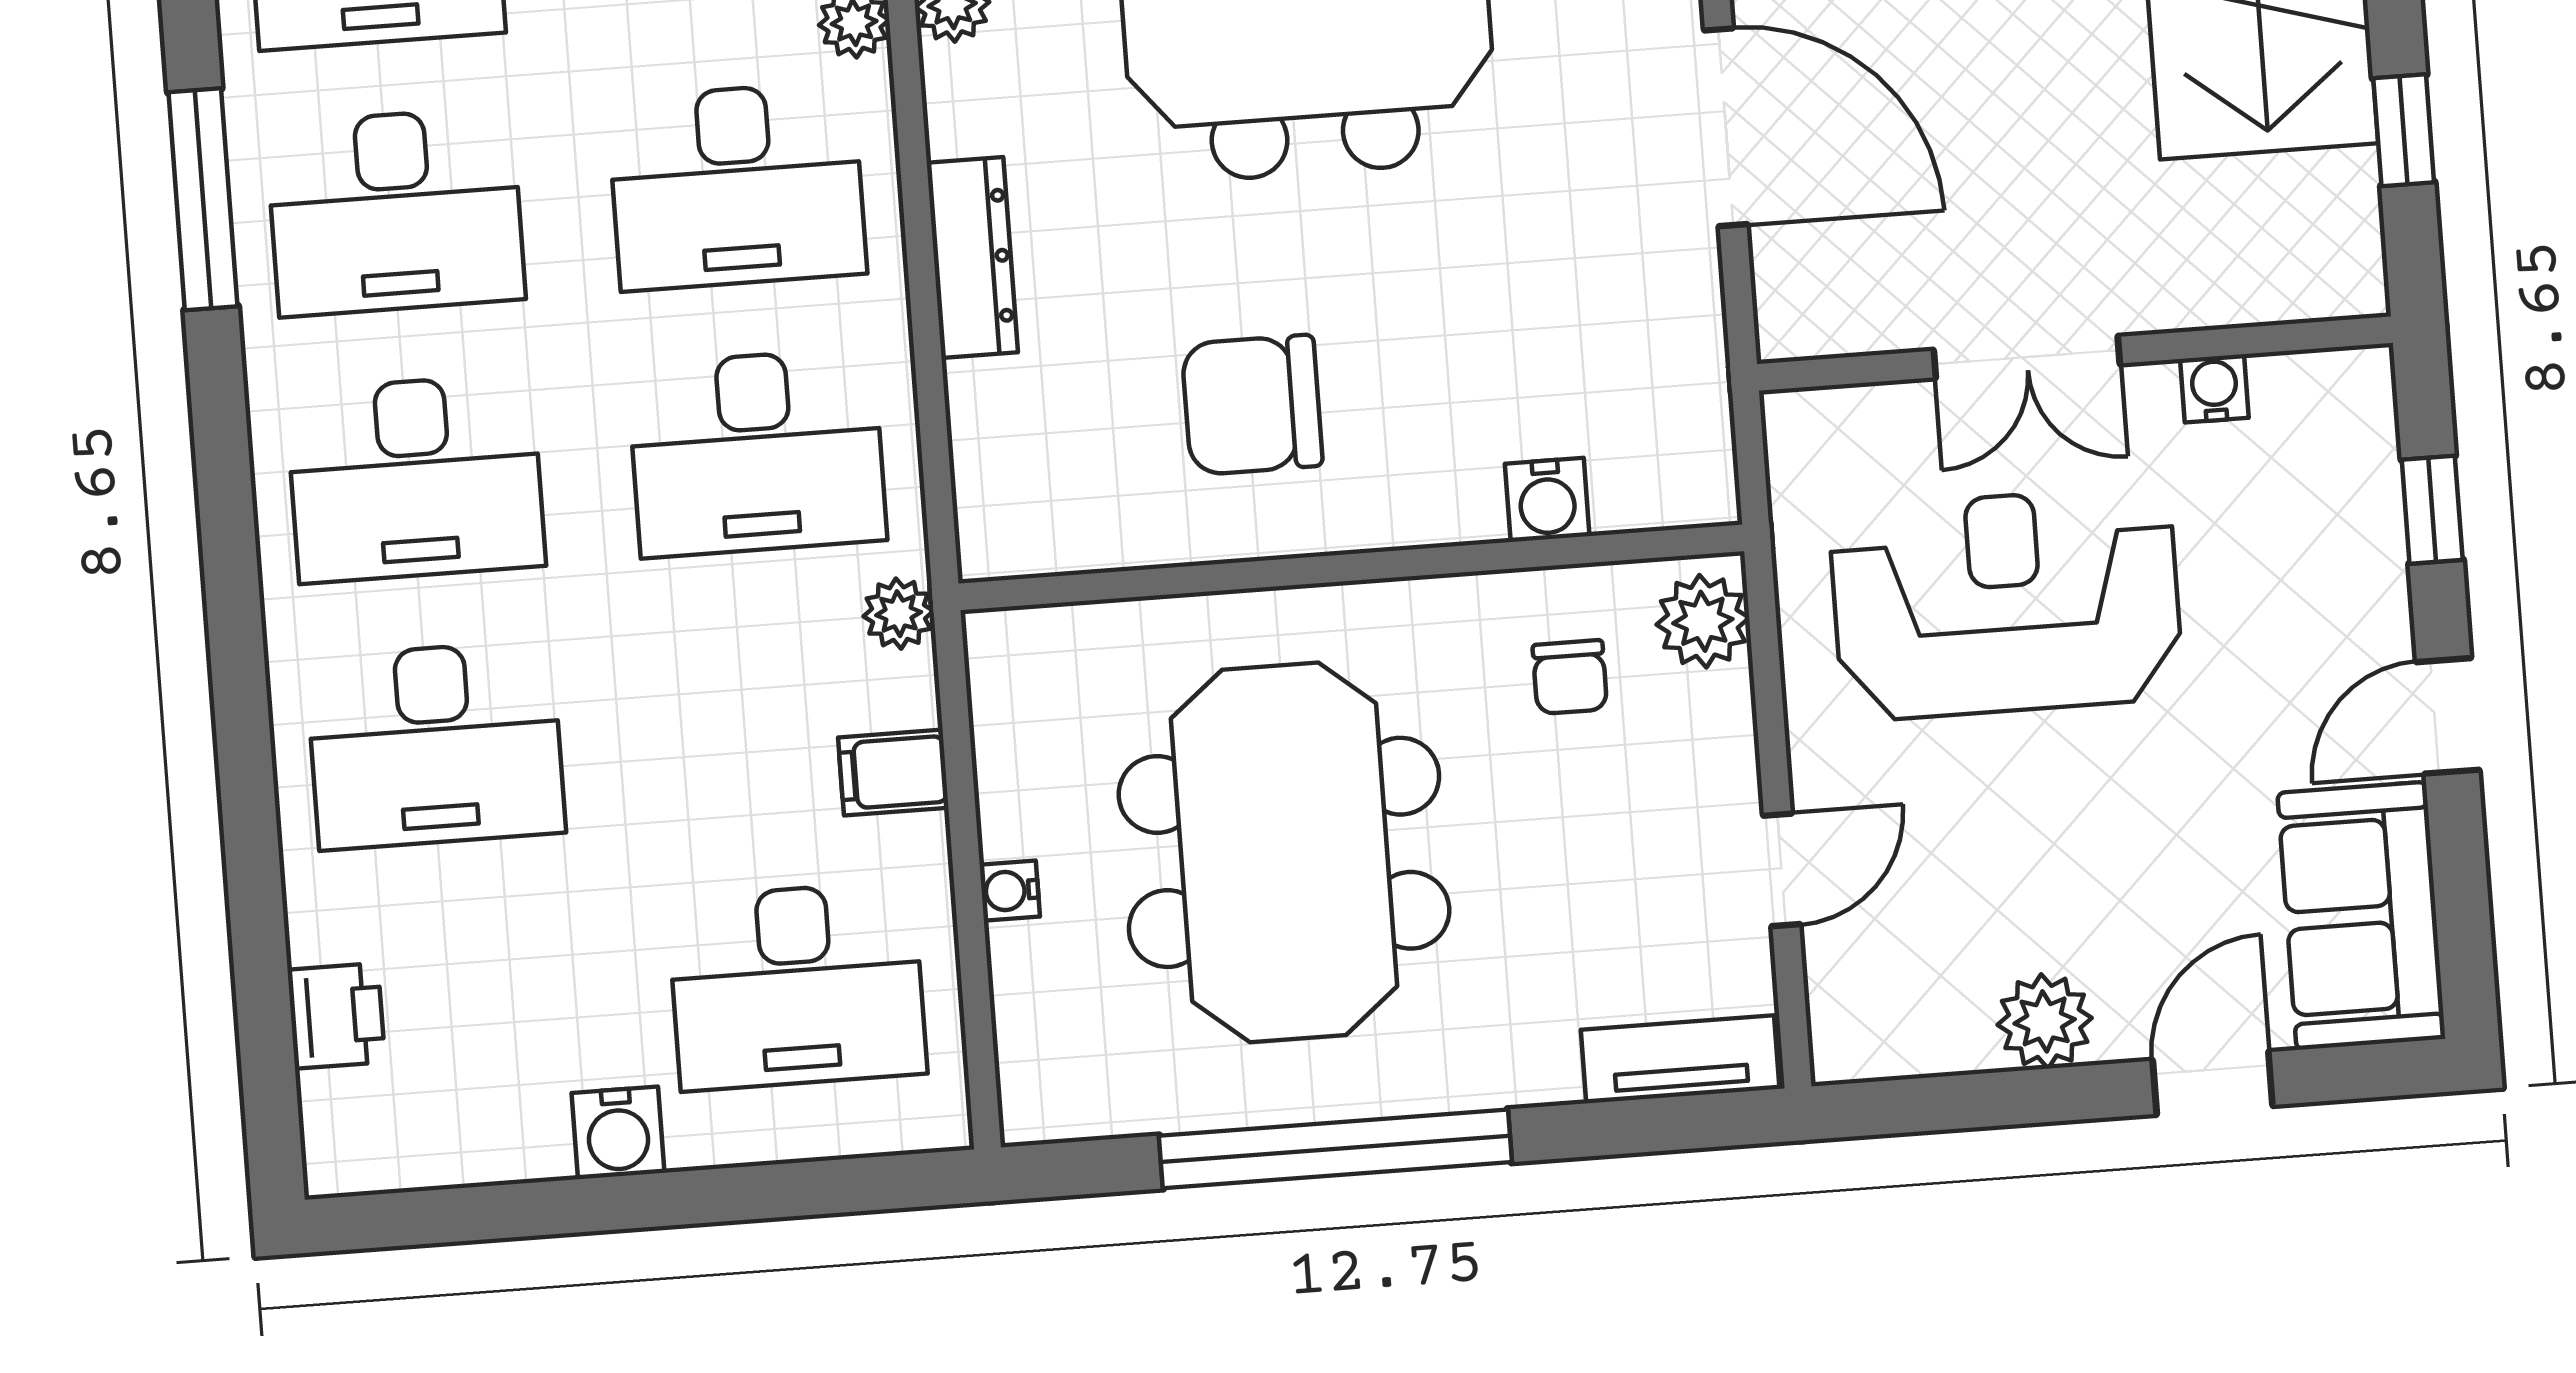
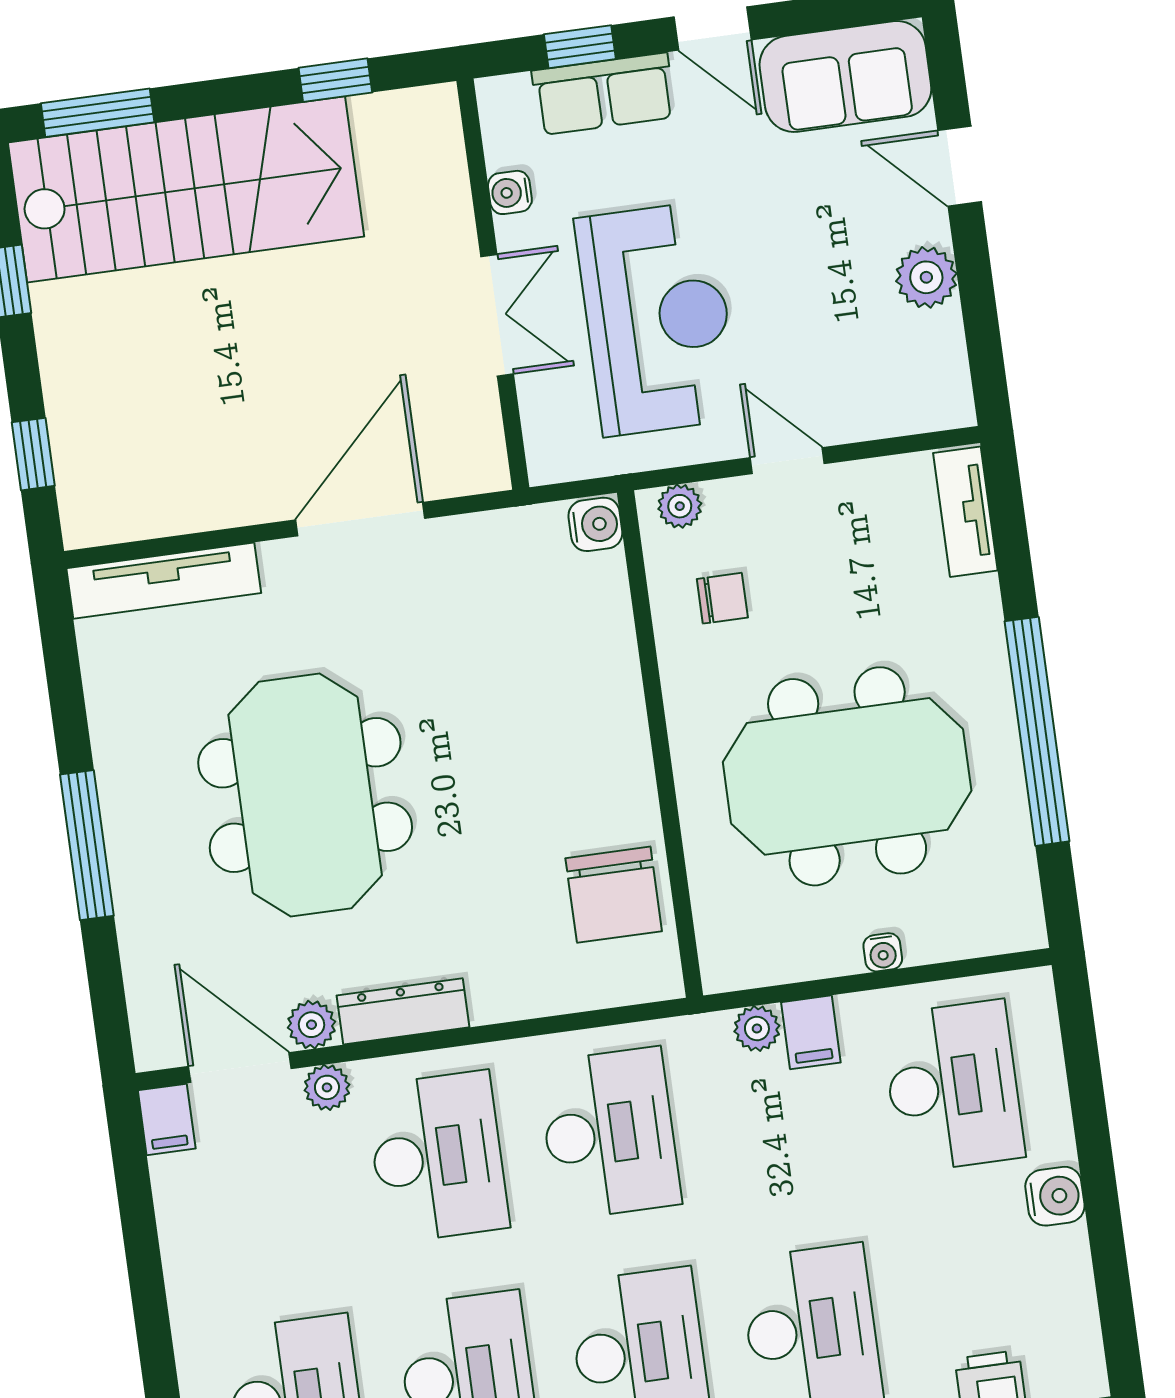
dresser: (972, 258) -> (403, 1011), moved
chair: (1252, 405) -> (614, 895), moved
water cooler: (1547, 500) -> (595, 524), moved
row of seats: (2357, 542) -> (604, 94), added
reception desk: (2006, 603) -> (657, 319), turned 180
plant: (899, 614) -> (757, 1029), moved
plant: (1703, 621) -> (680, 506), width x0.73, depth x0.73
door: (1782, 870) -> (787, 461), moved

